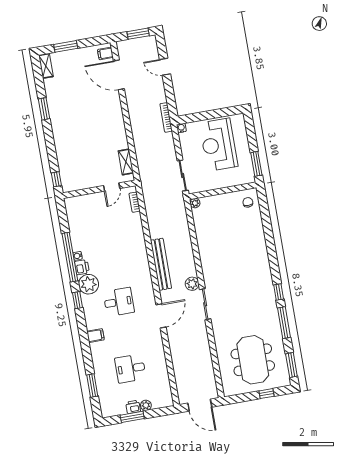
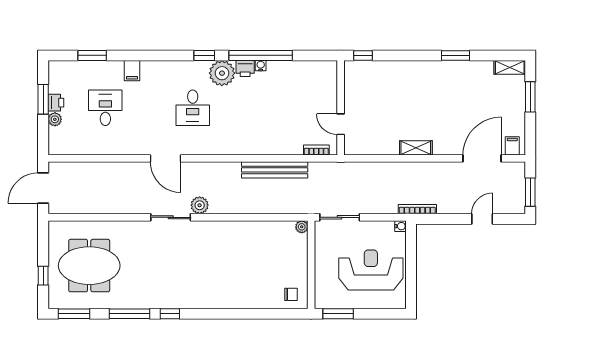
shelving: (126, 162) -> (416, 148), moved
bench: (161, 264) -> (275, 170), moved
filing cabinet: (95, 336) -> (132, 71), moved

